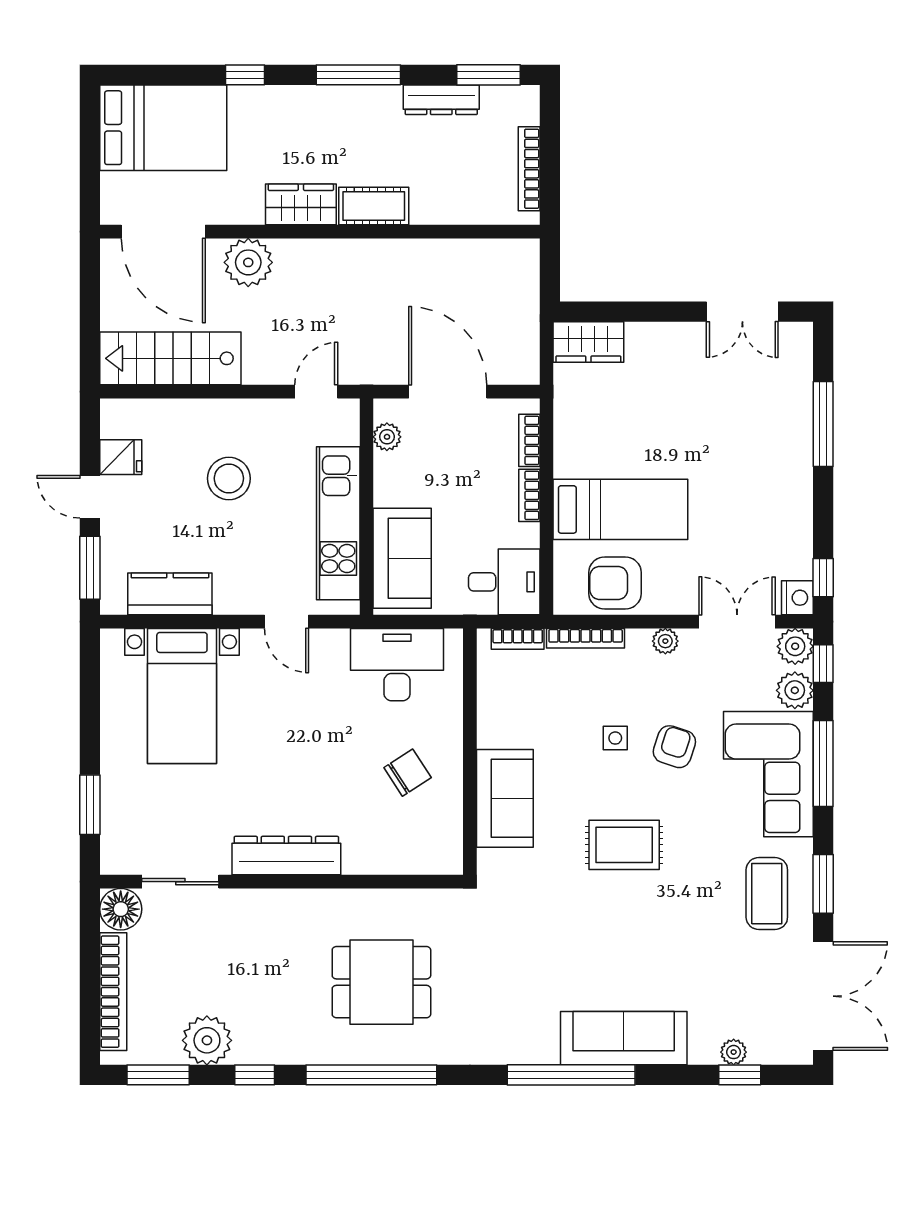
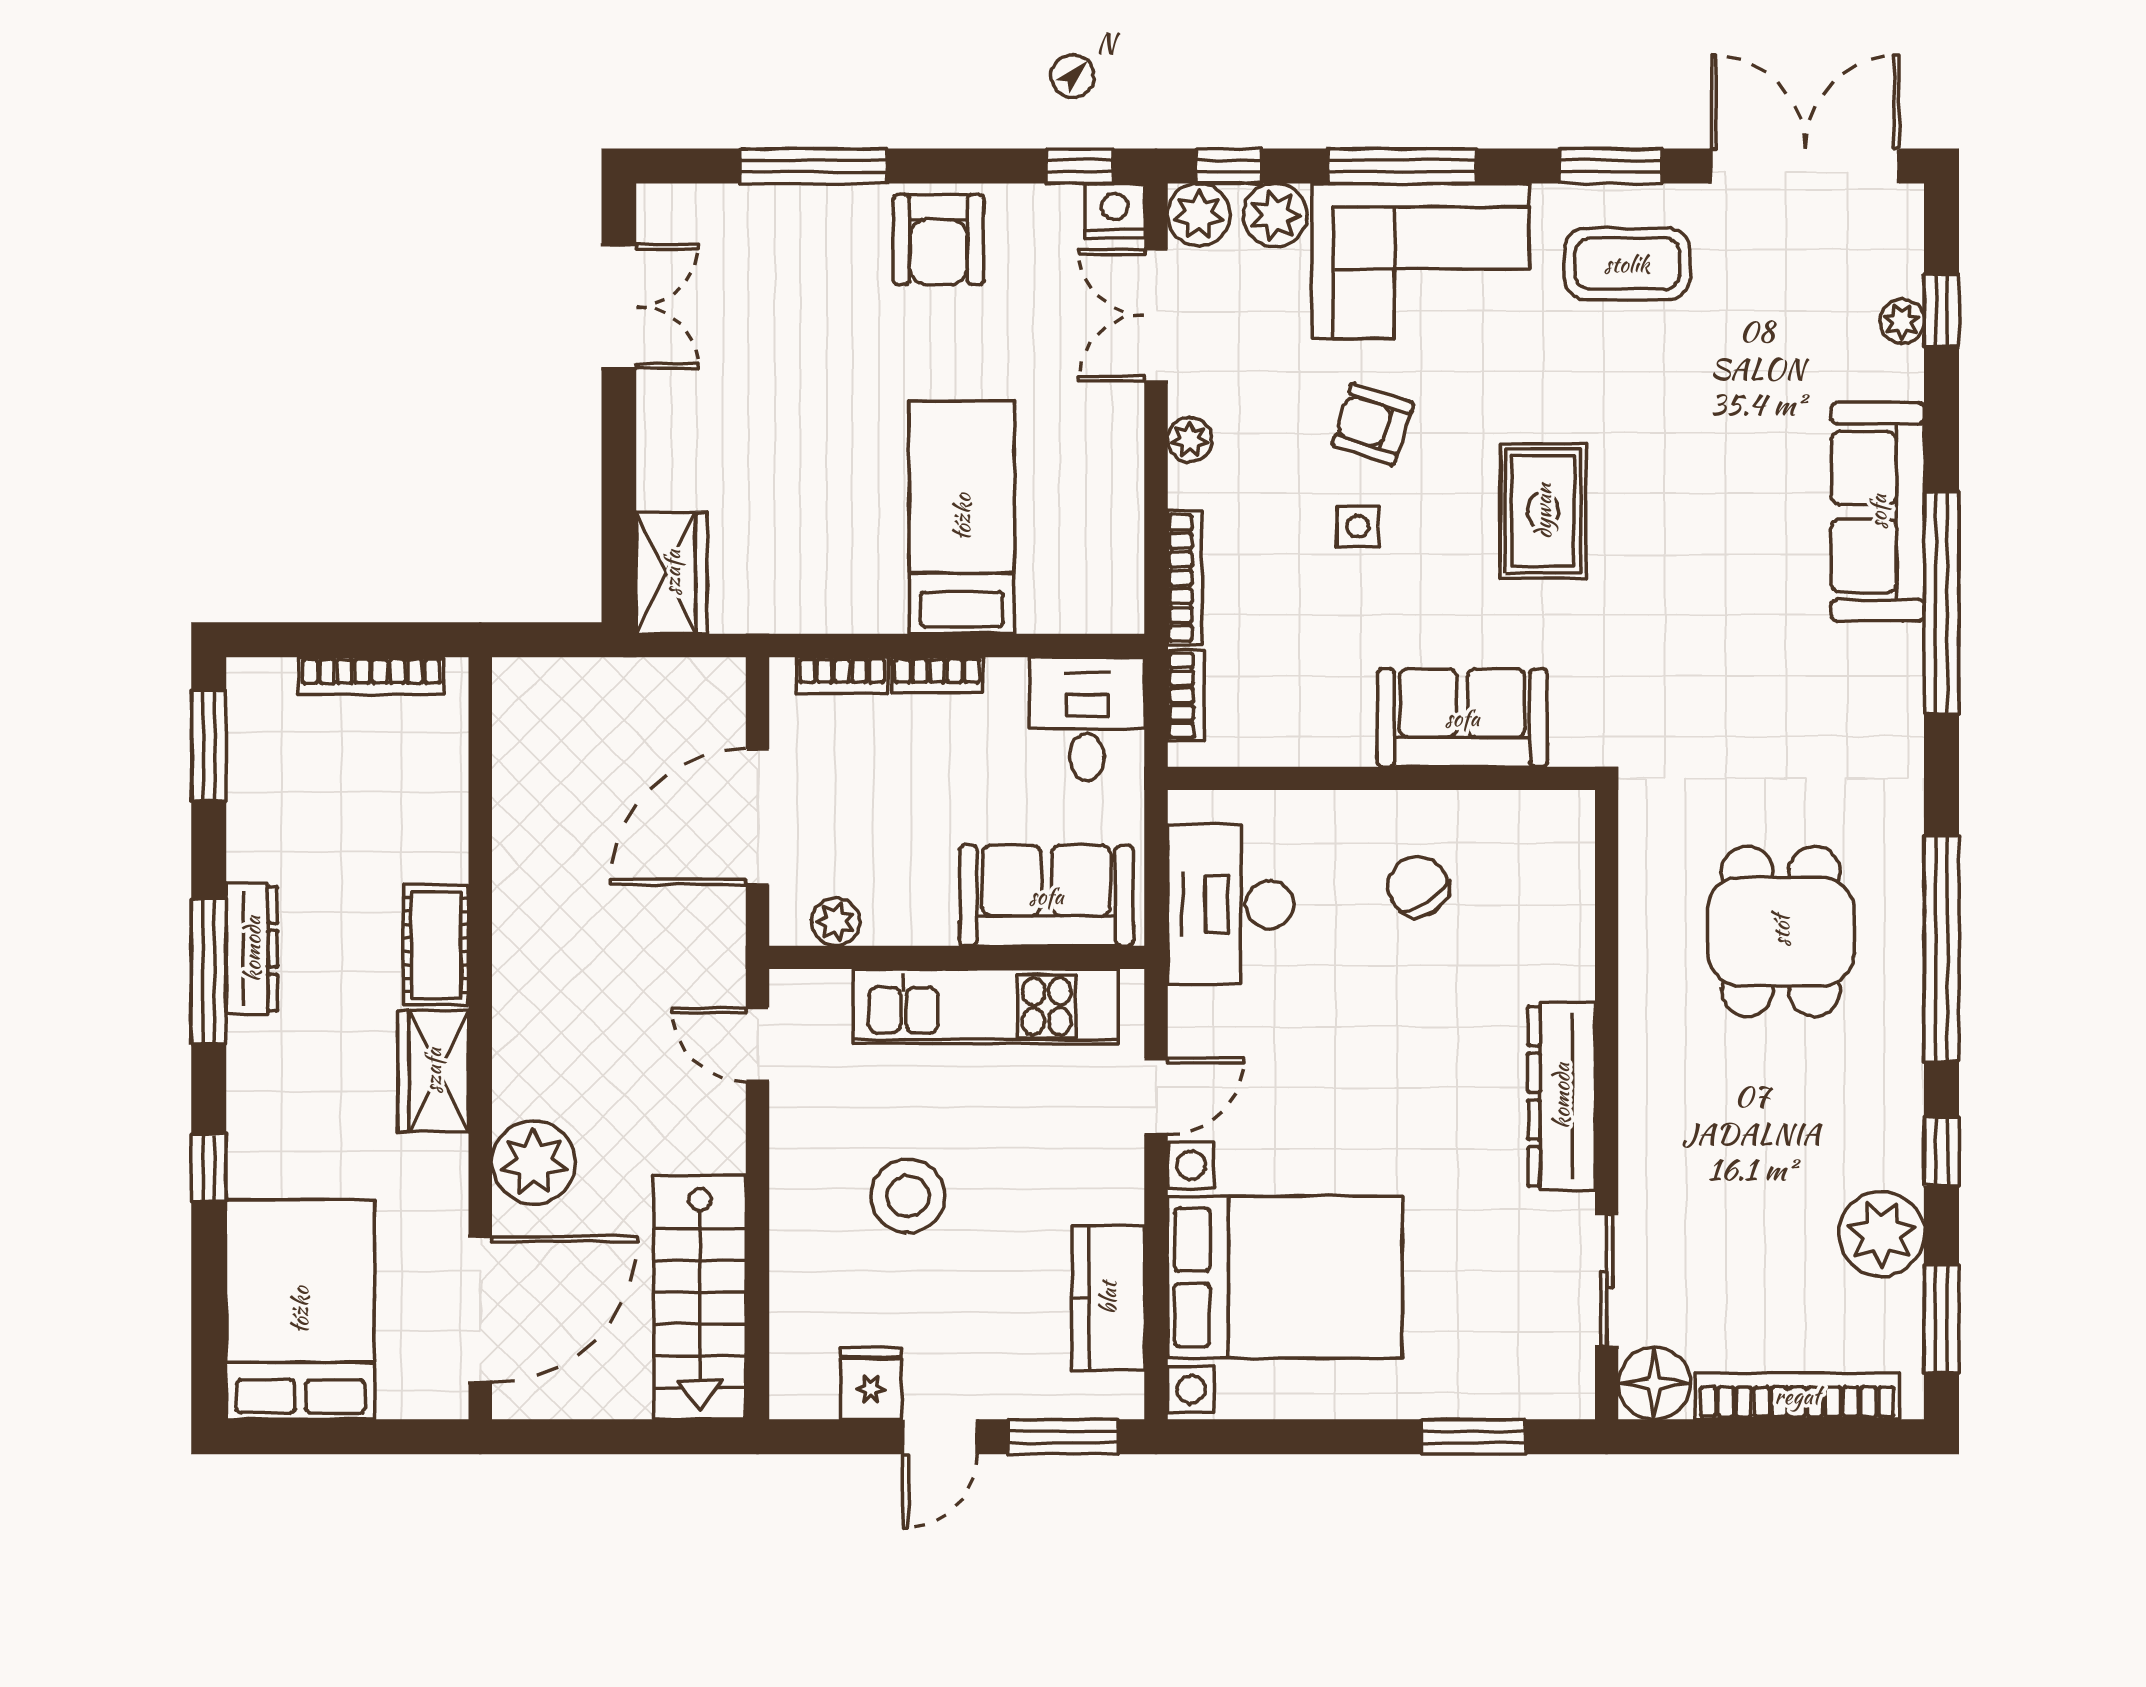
dresser: (441, 100) -> (252, 949), moved
armchair: (615, 583) -> (939, 240), moved
bed with nightstands: (182, 696) -> (1285, 1277), width x1.36

